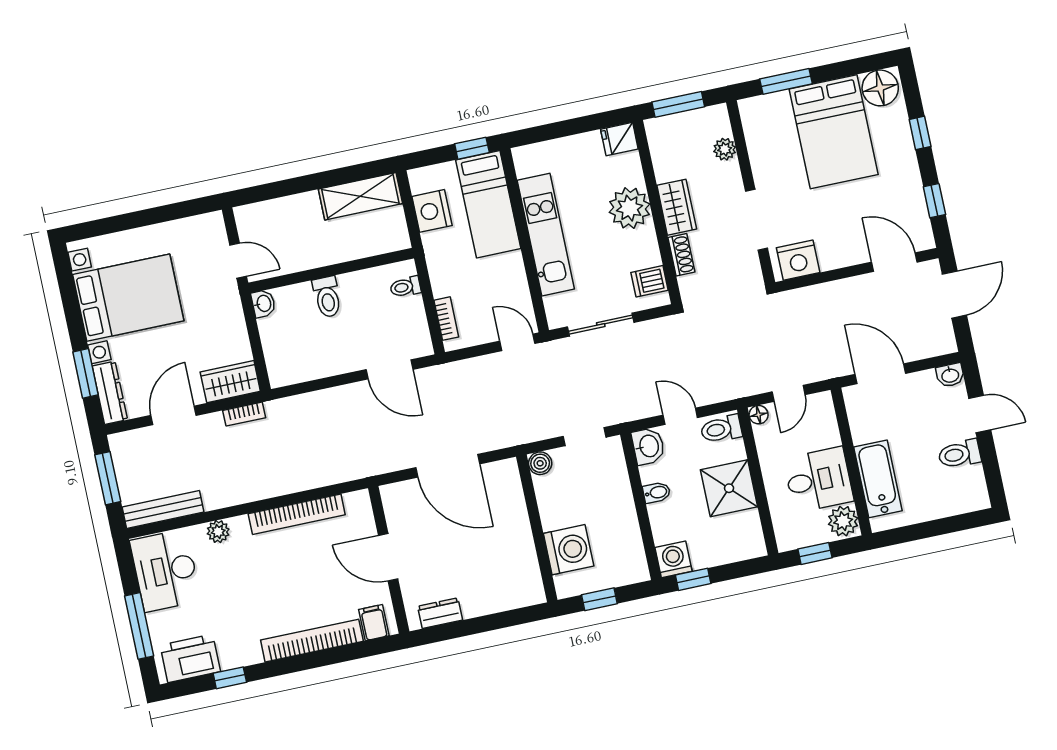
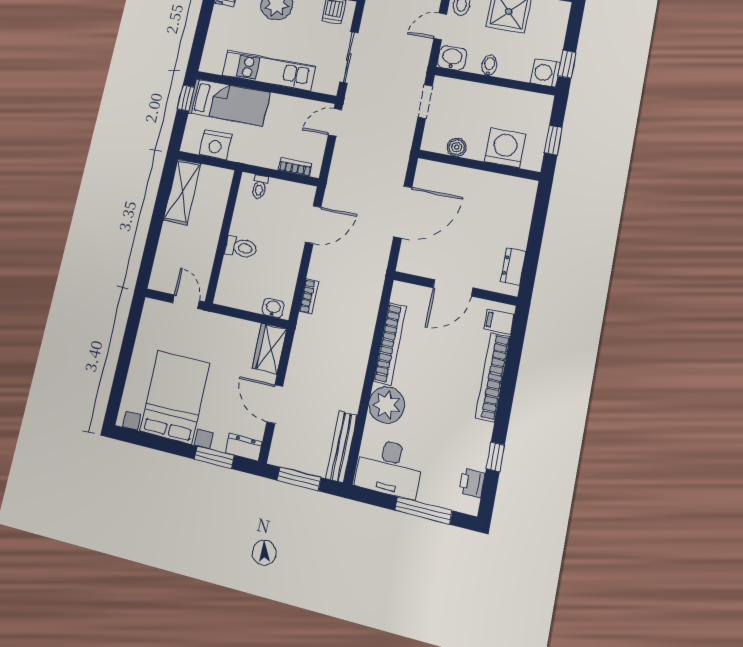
door: (238, 261) -> (186, 302), hinge flipped
washbasin: (263, 304) -> (273, 308), moved
dresser: (110, 393) -> (244, 447), width x0.70
bookcase: (244, 414) -> (309, 297), moved
boiler: (540, 463) -> (457, 147), moved
plant: (218, 532) -> (387, 405), width x1.87, depth x1.87
printer: (190, 658) -> (472, 483), width x0.53, depth x0.68

